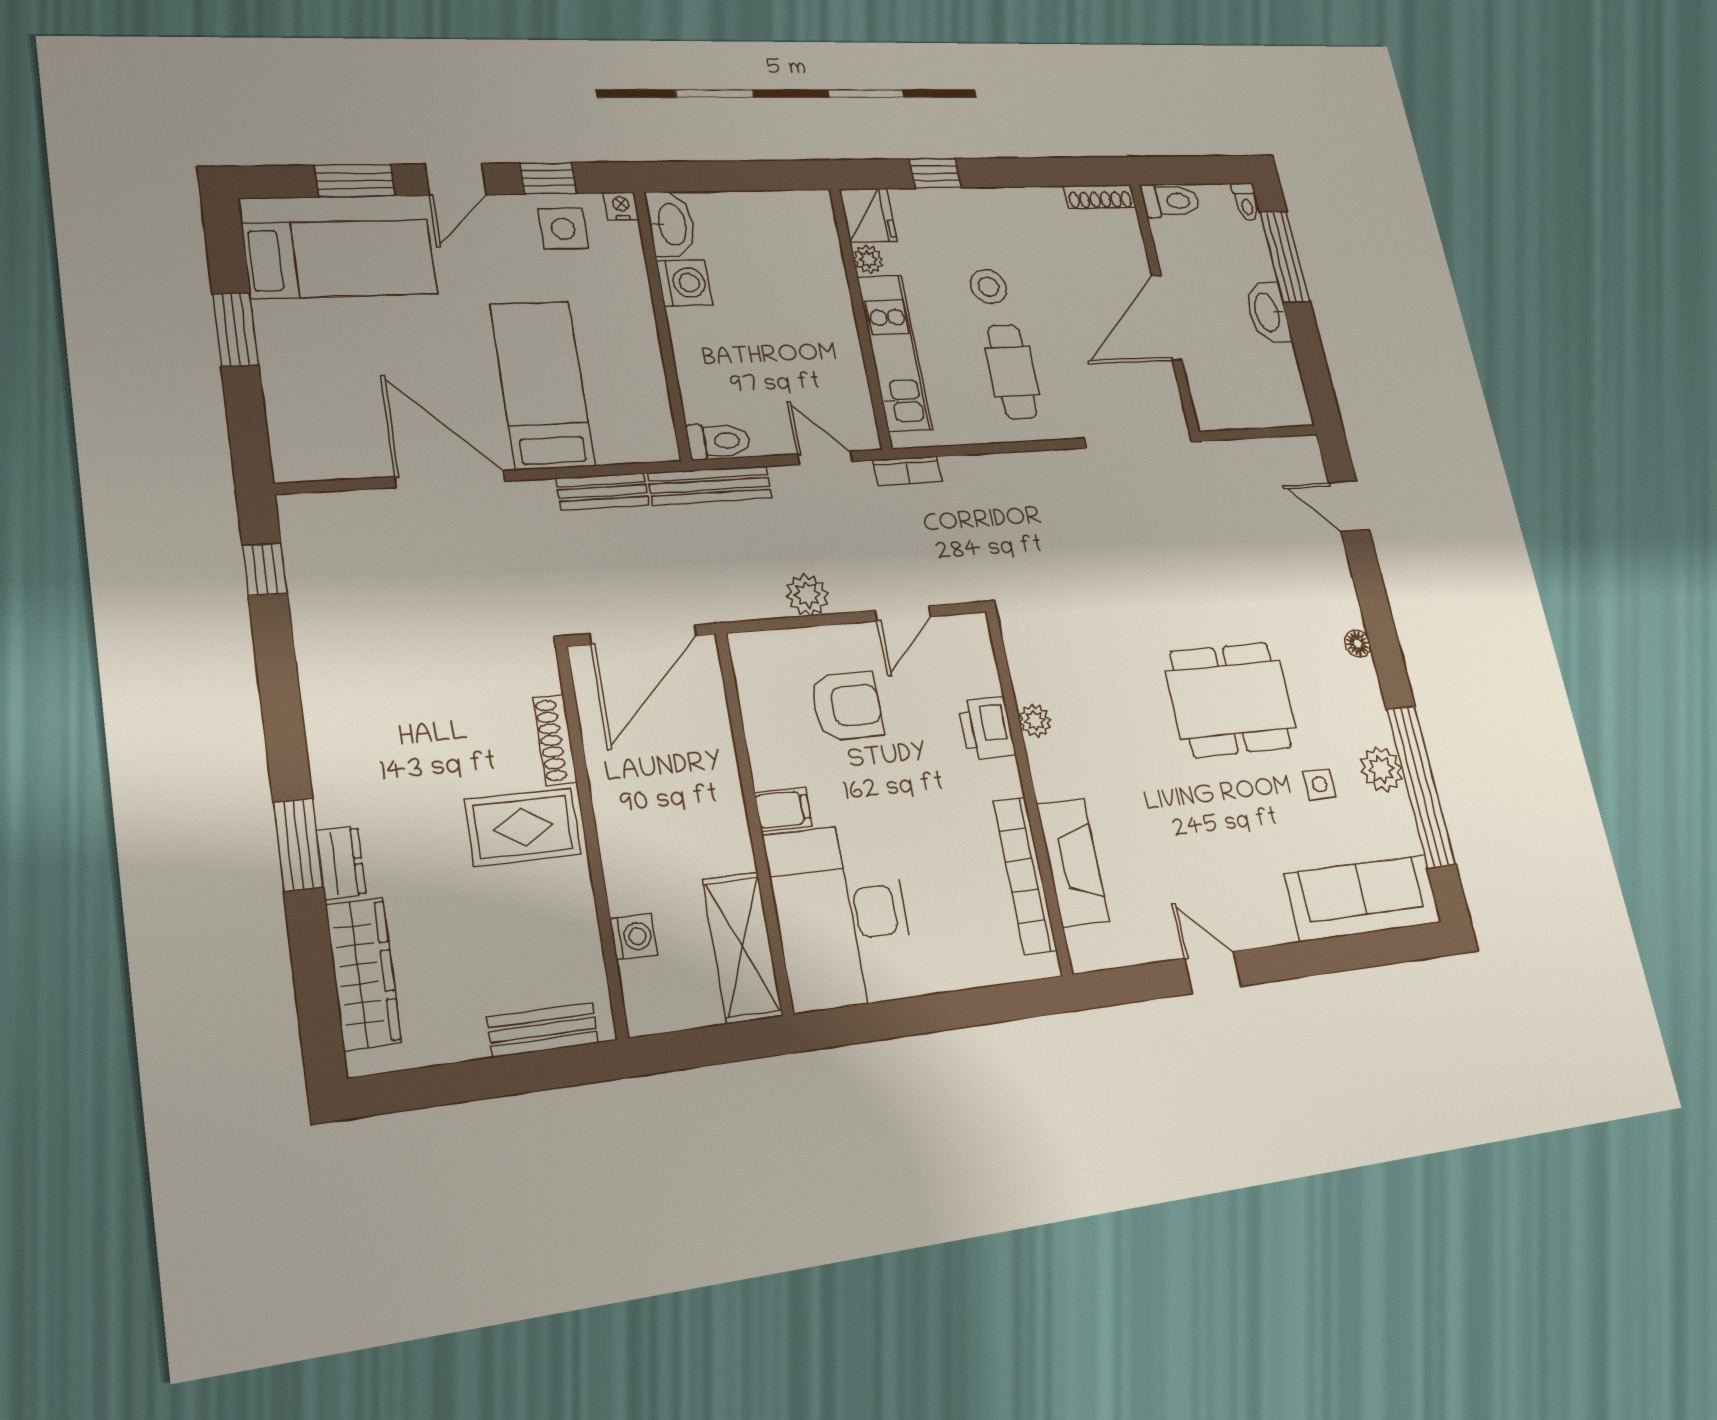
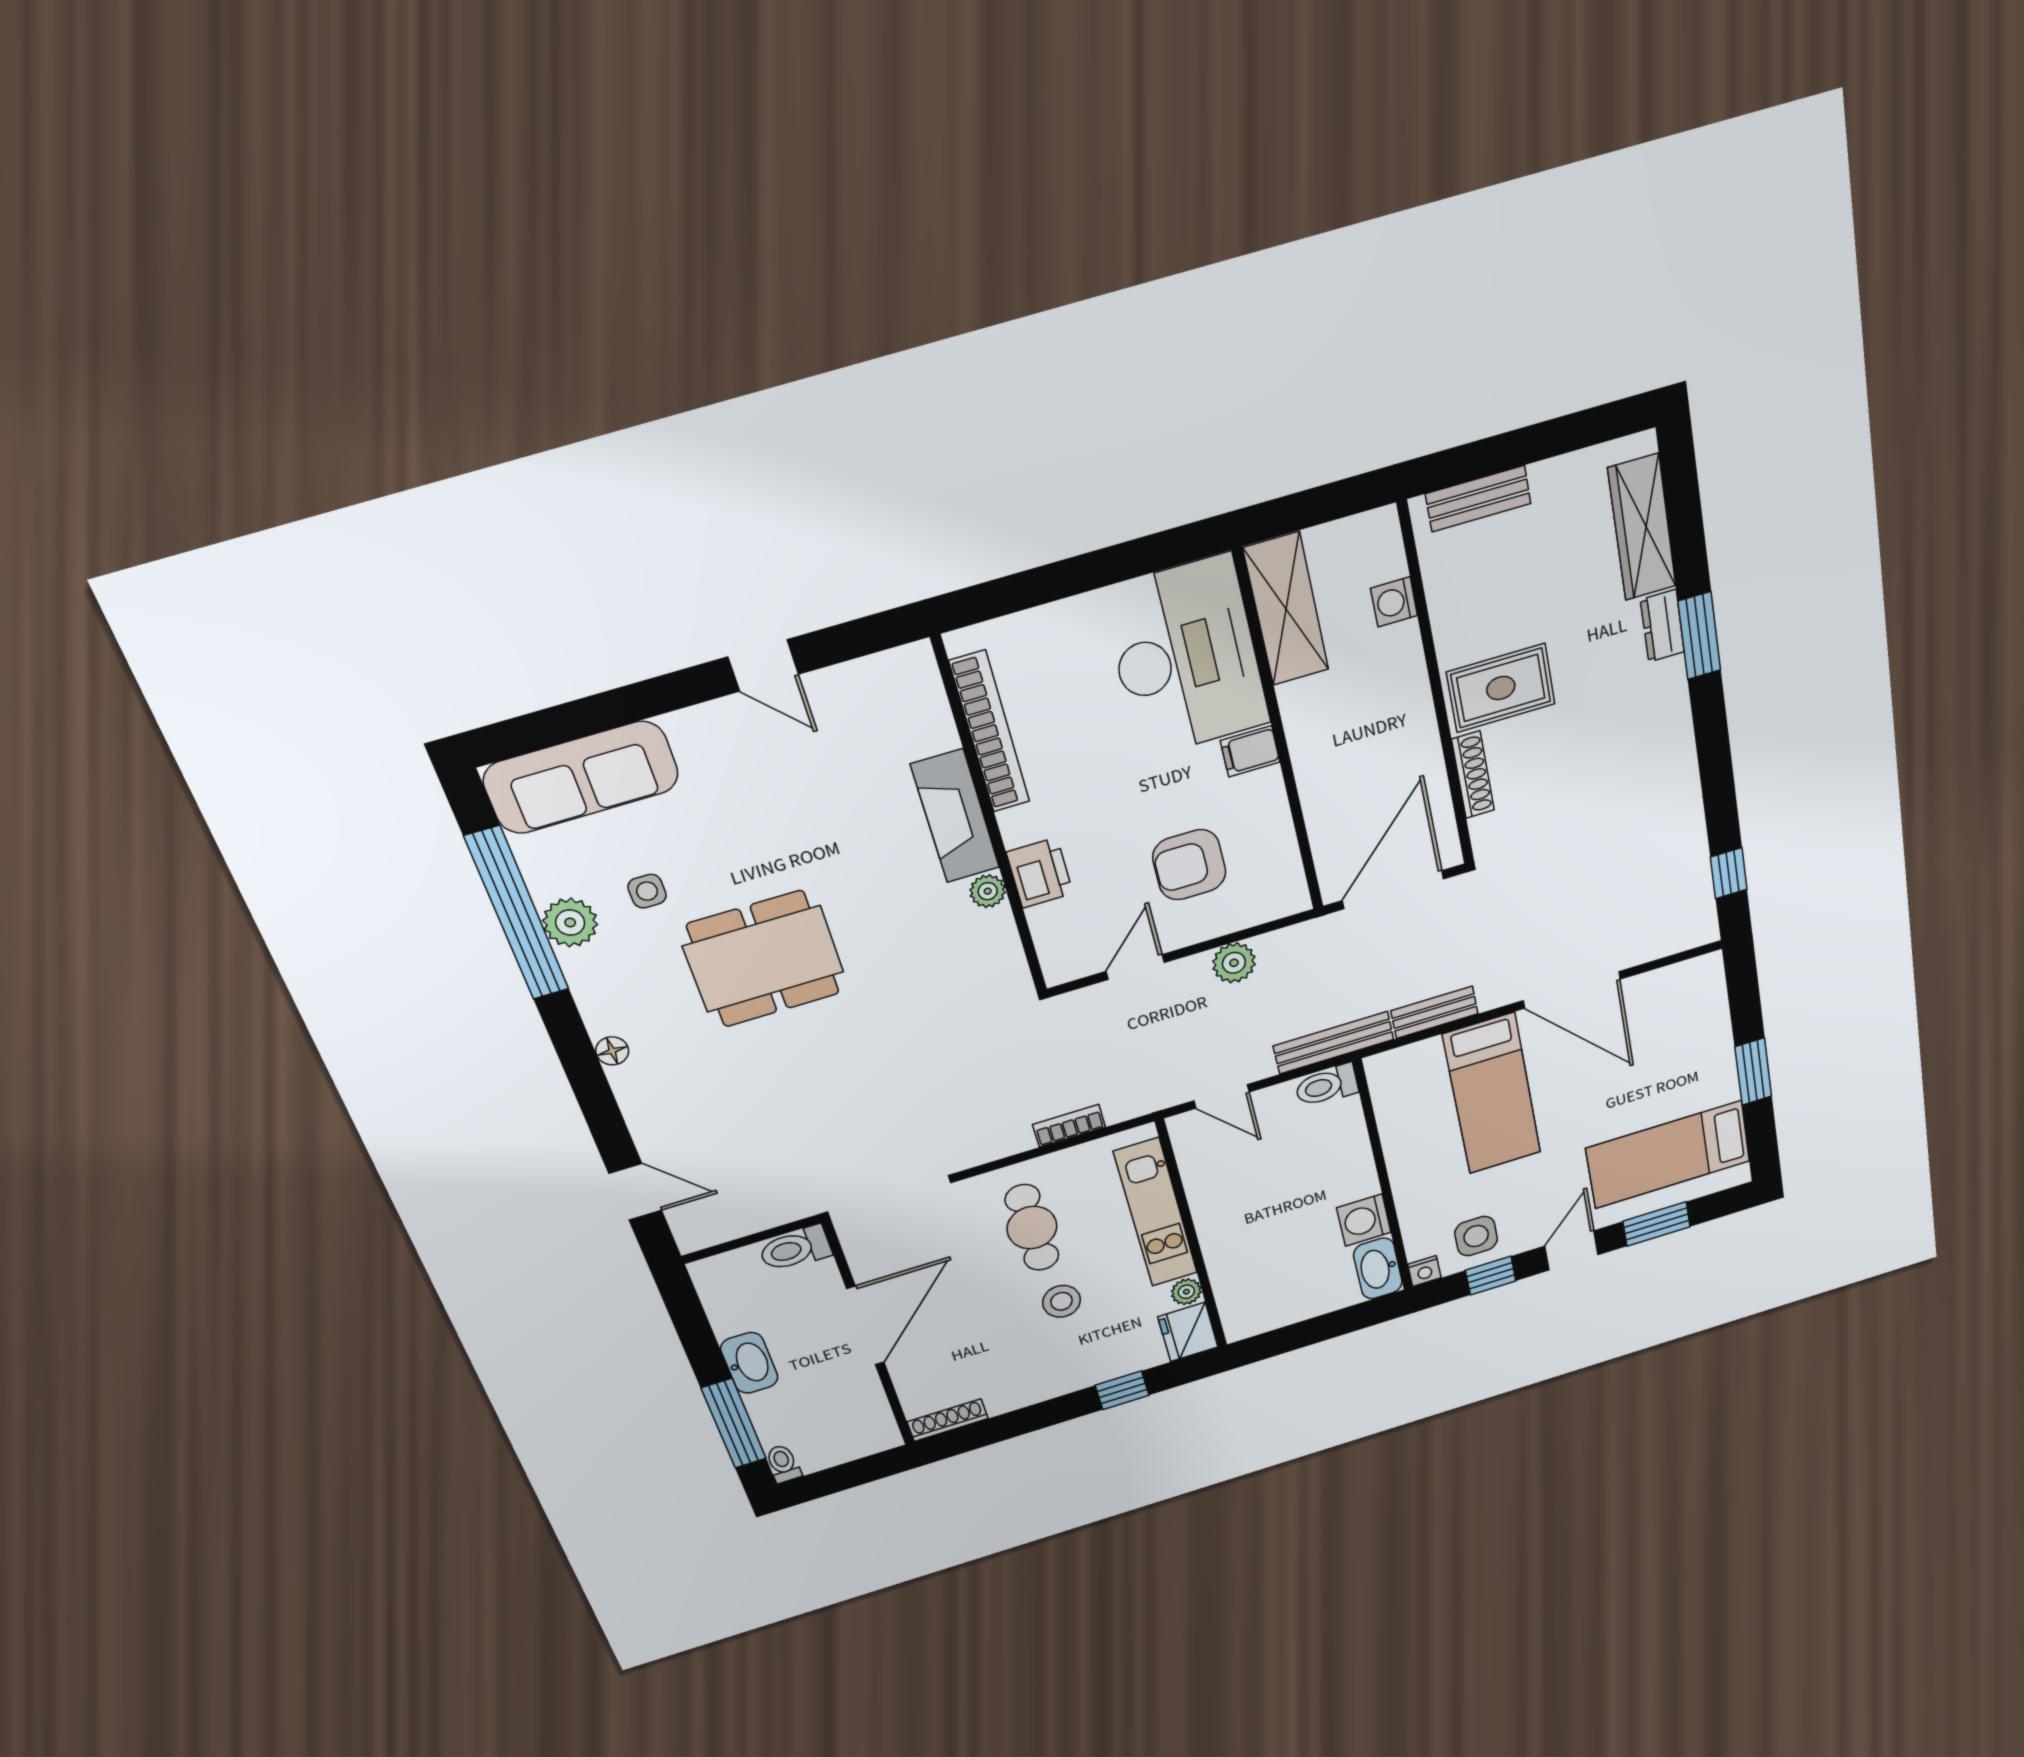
toilet: (1170, 201) -> (795, 1249), moved
bookcase: (907, 471) -> (1069, 1126), moved
fireplace: (1073, 862) -> (955, 816), moved

